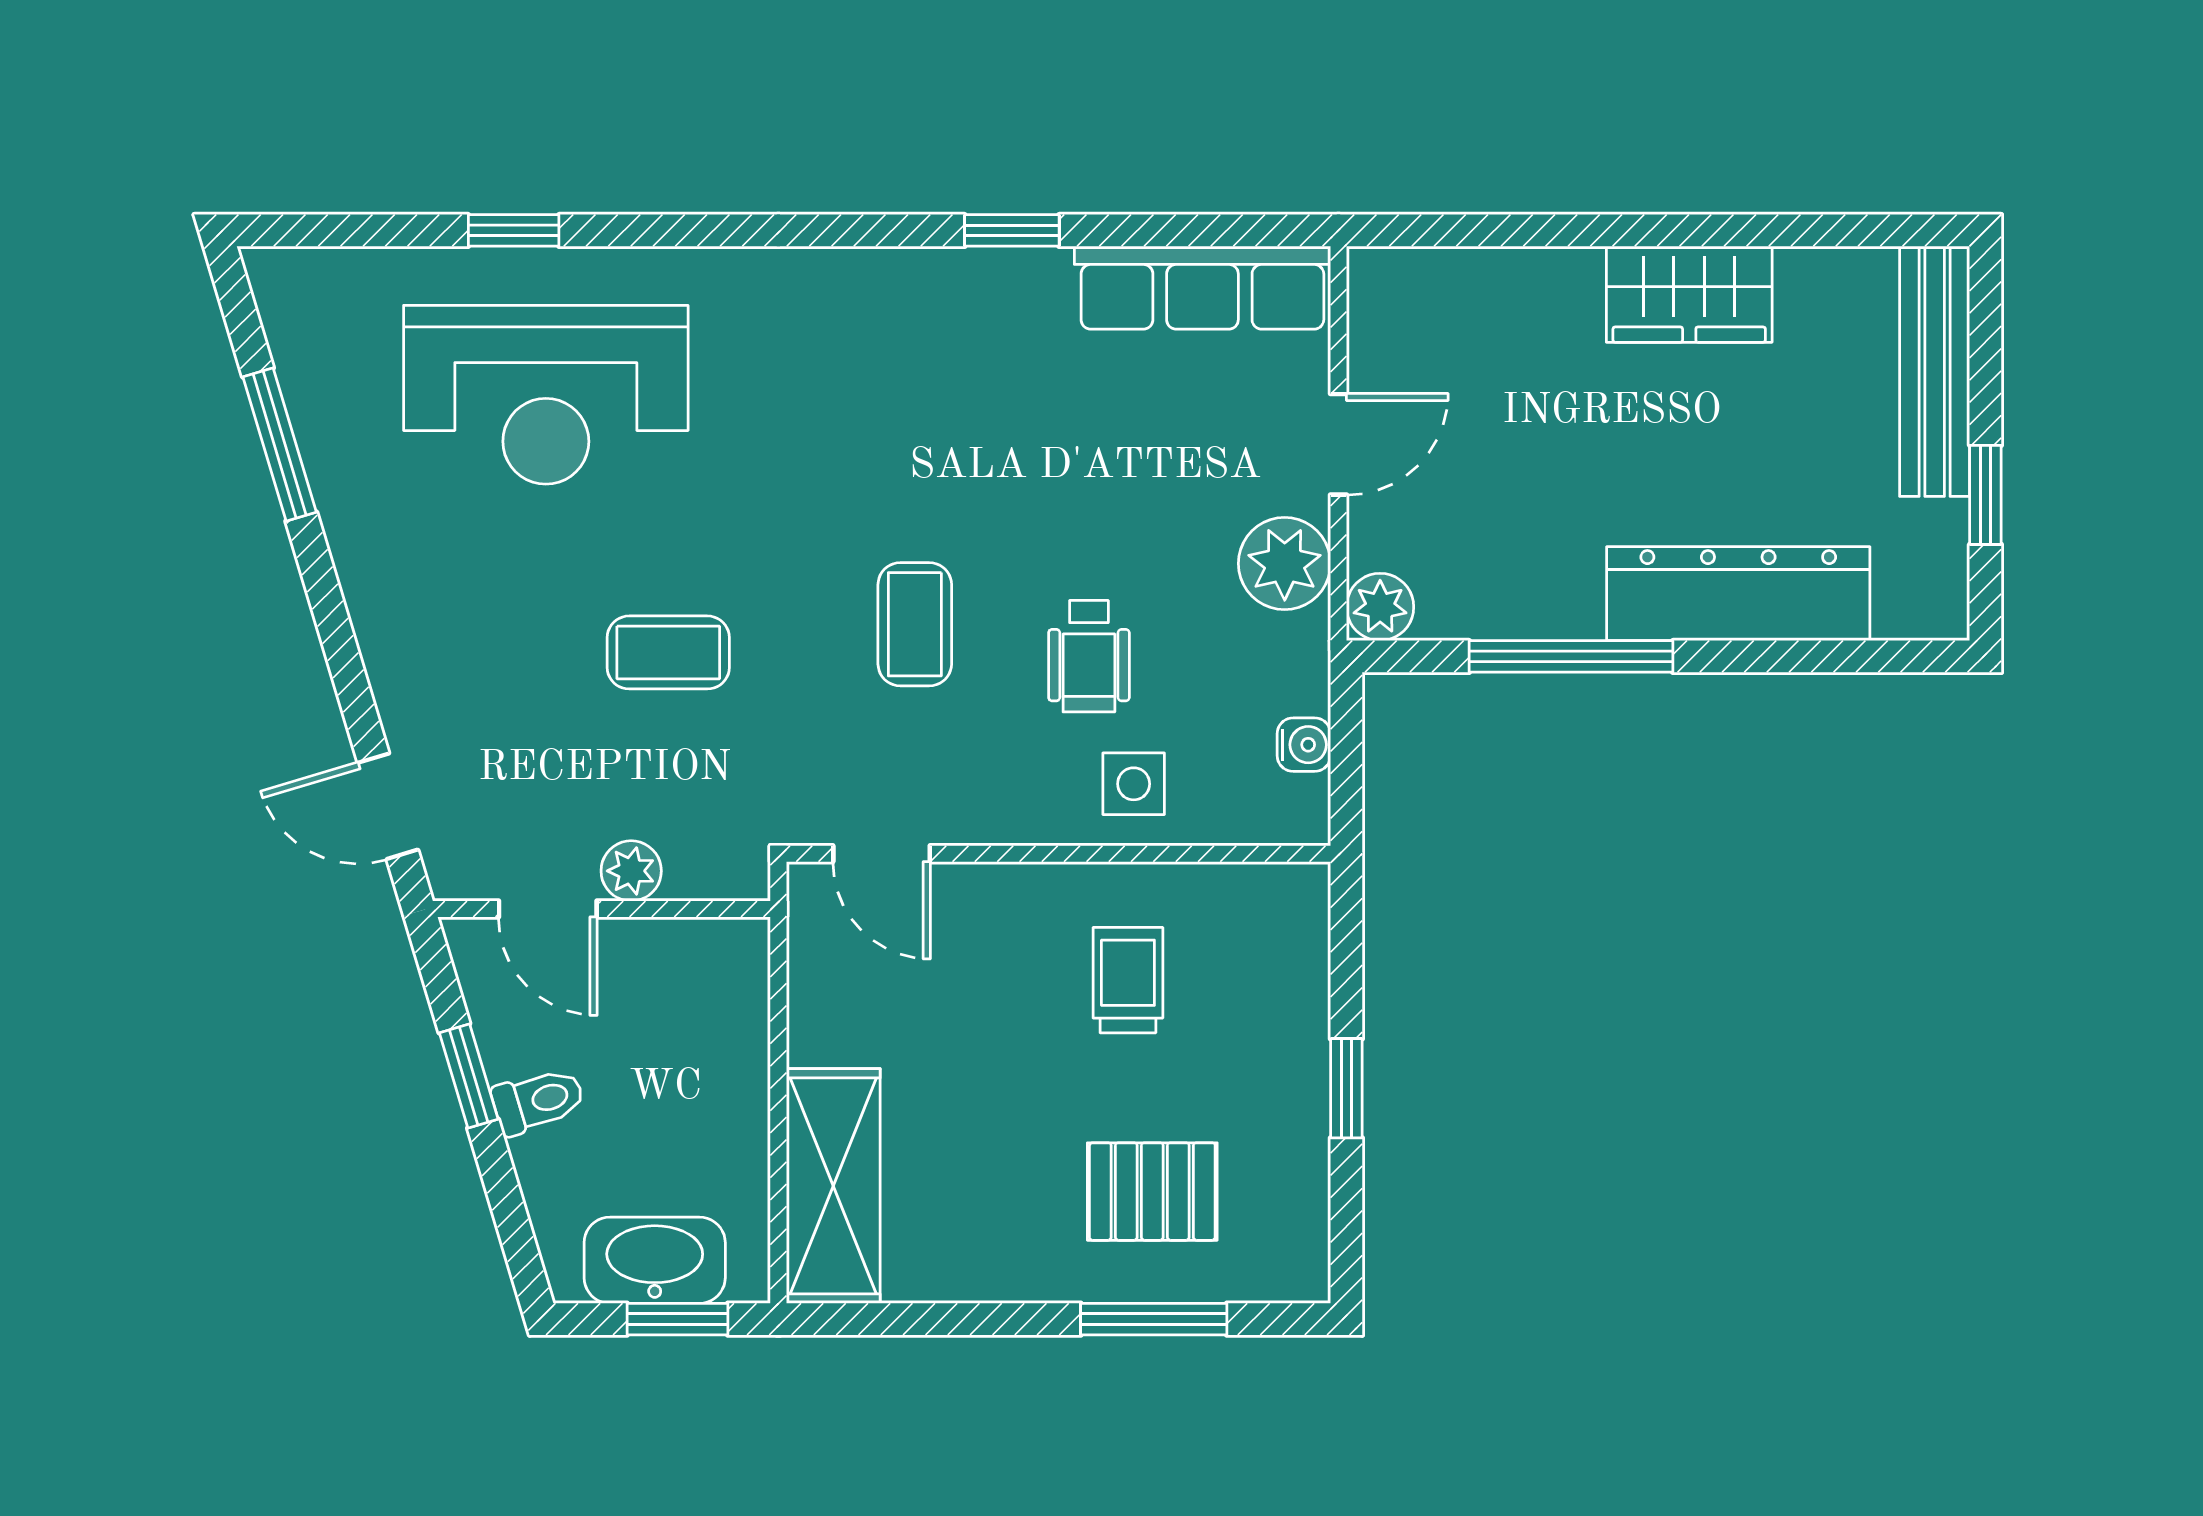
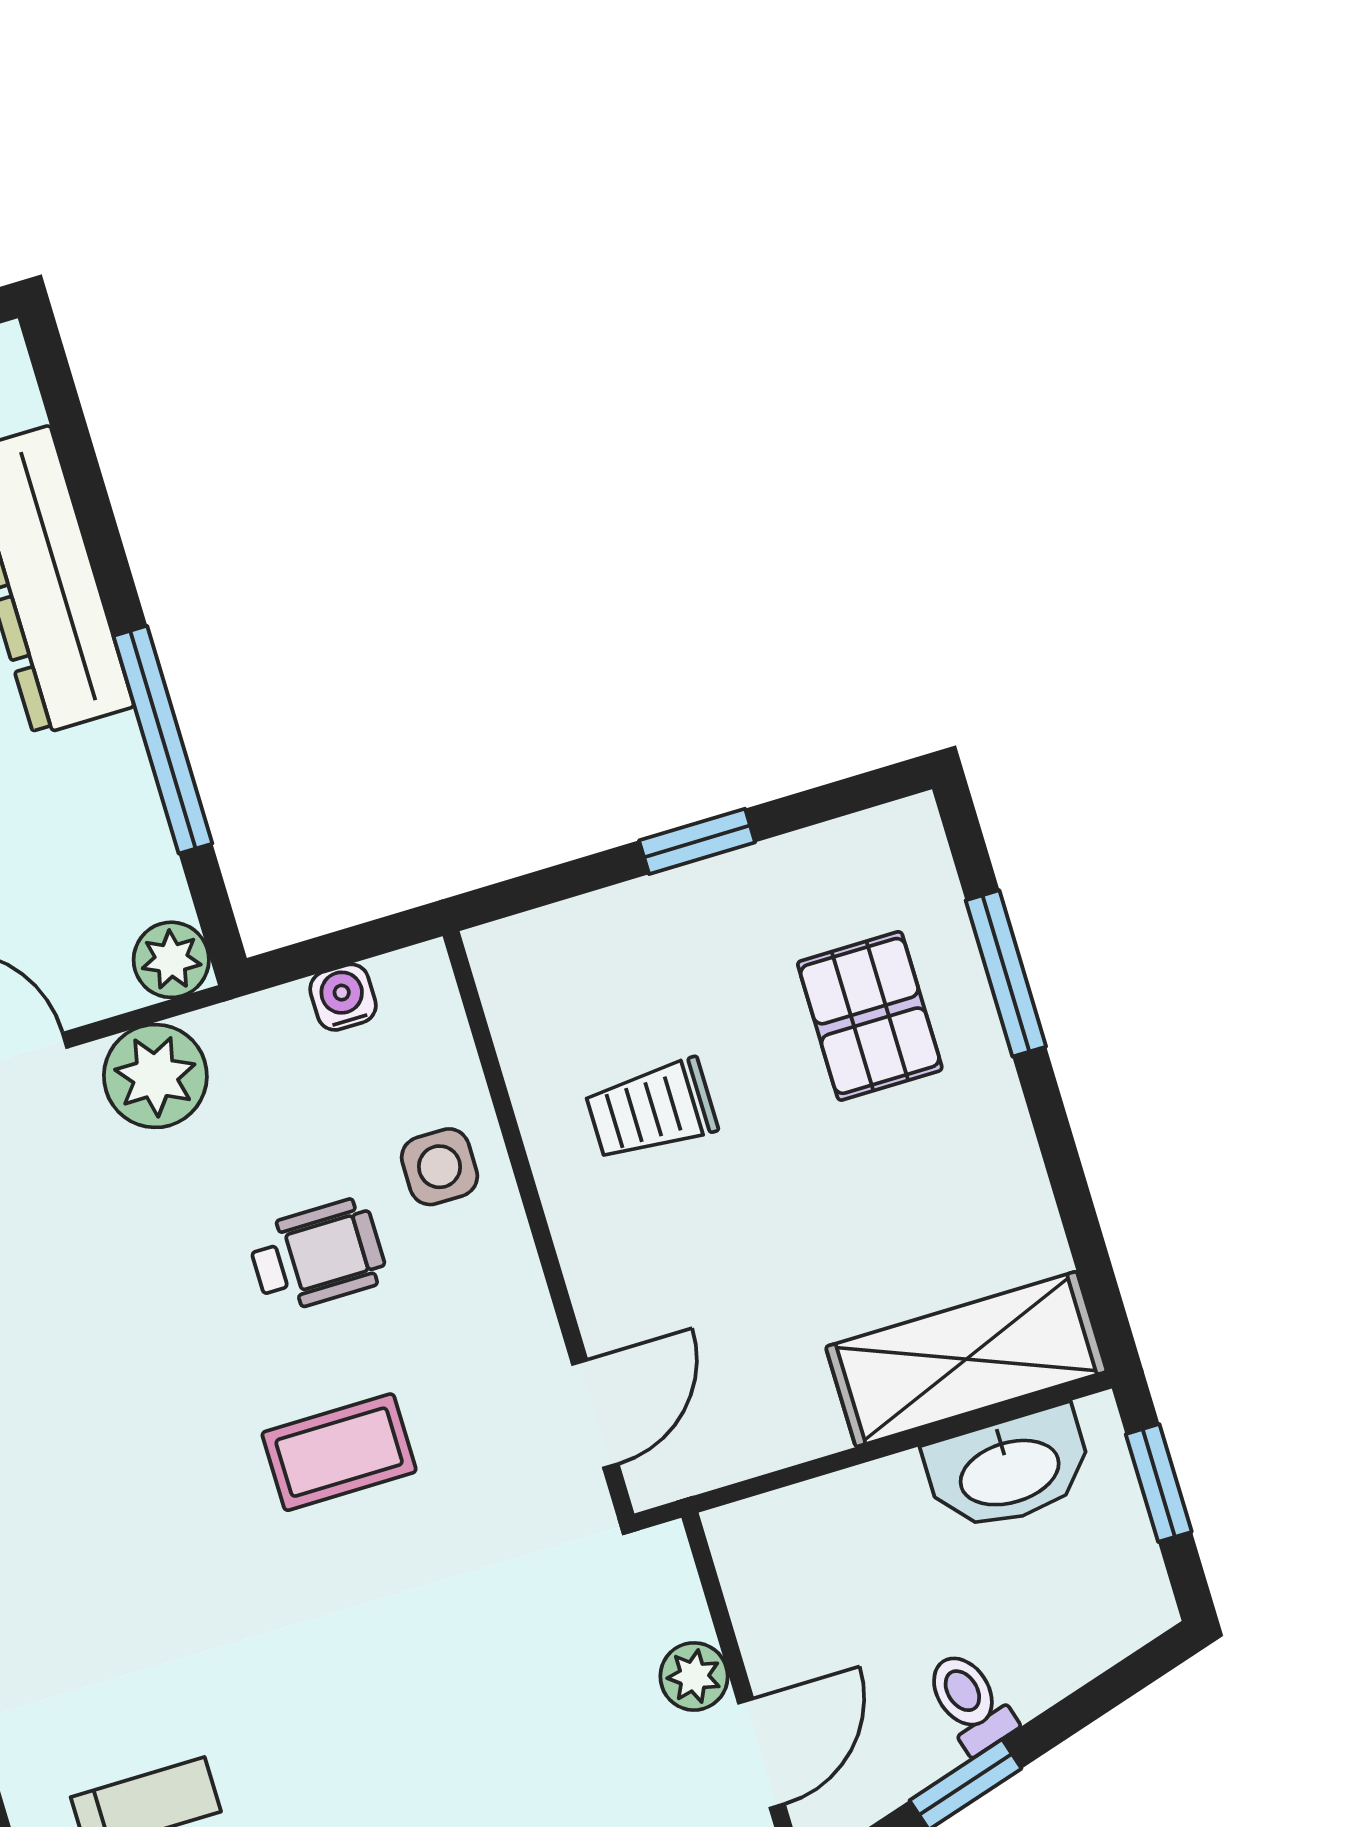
coffee table: (668, 652) -> (448, 1707), removed
washbasin: (655, 1260) -> (1009, 1470), moved, turned -90

